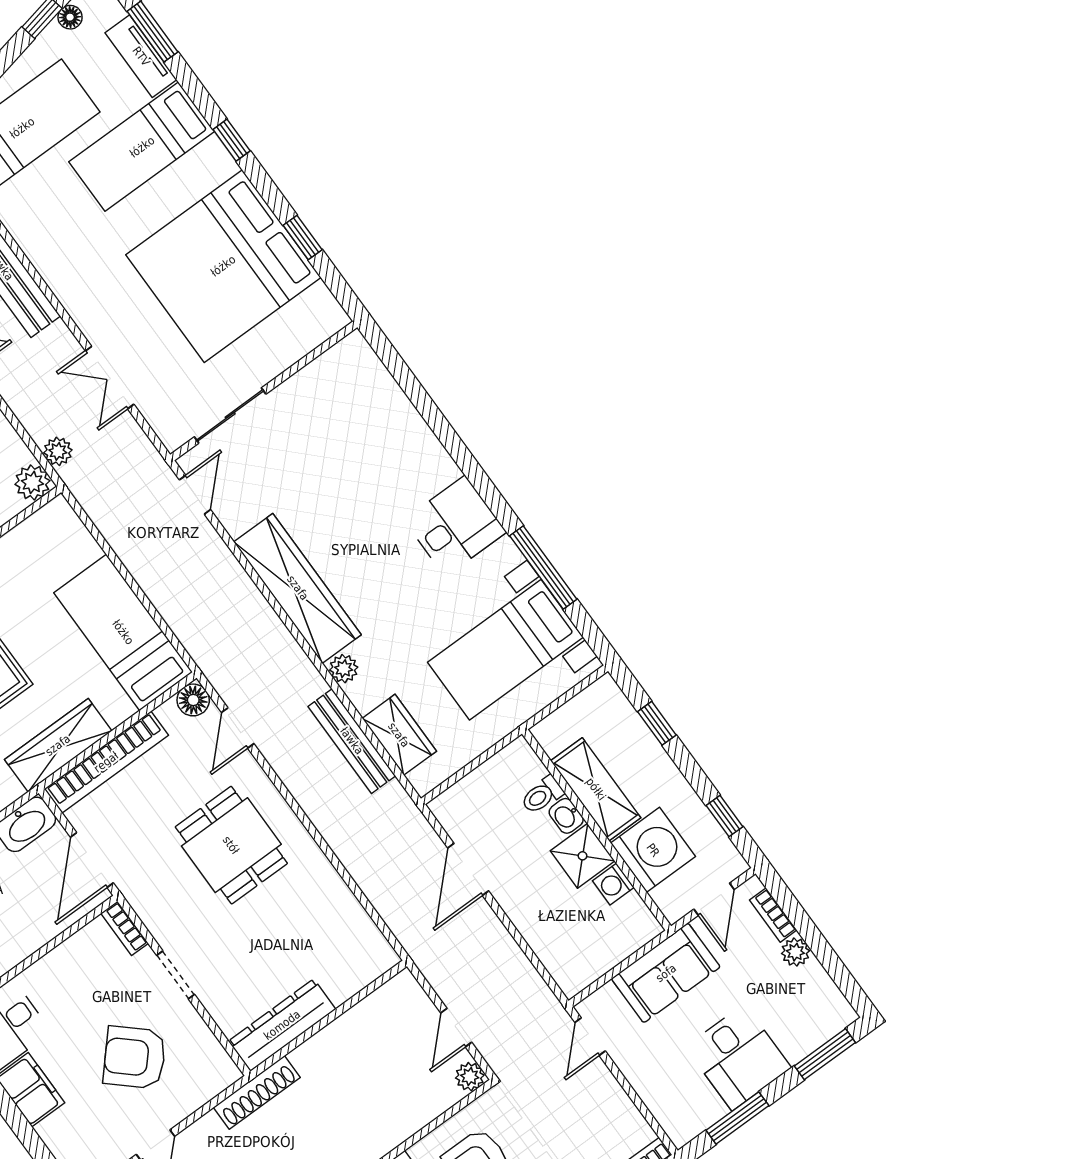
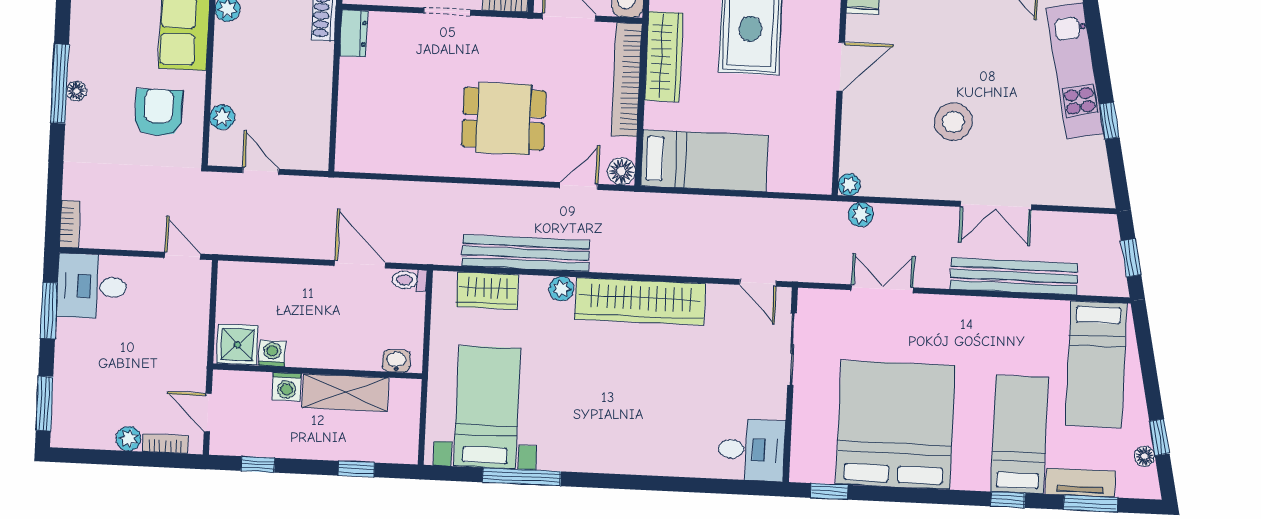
window: (232, 140) -> (1008, 500), moved
window: (303, 237) -> (829, 491), moved
plant: (32, 482) -> (849, 185), width x0.73, depth x0.73
desk: (455, 526) -> (751, 450), moved, turned -90
door: (238, 728) -> (579, 186), hinge flipped
bench: (352, 741) -> (526, 253), width x1.37, depth x1.21
toilet: (542, 795) -> (409, 280), moved, turned -90
washbasin: (566, 816) -> (396, 361), moved
washing machine: (653, 850) -> (287, 387), width x0.53, depth x0.53
shower: (582, 856) -> (237, 345), moved
sofa: (666, 973) -> (185, 341), removed
dresser: (282, 1025) -> (354, 33), width x0.51, depth x0.80
desk: (738, 1057) -> (92, 286), moved
plant: (470, 1077) -> (222, 117), moved

